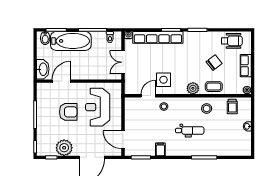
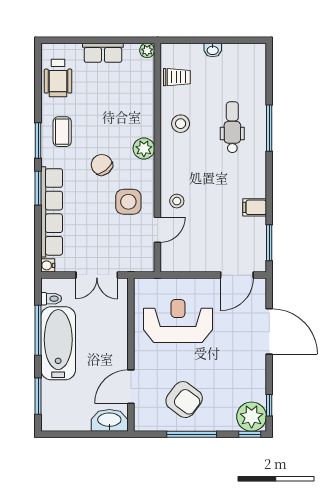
bidet: (45, 38) -> (53, 416), removed
bathtub: (71, 41) -> (58, 343), moved
wheelchair: (232, 41) -> (58, 78), turned 180
chair: (214, 63) -> (102, 165), moved
door: (61, 81) -> (131, 387), hinge flipped
coffee table: (214, 87) -> (62, 132), moved
door: (148, 96) -> (157, 230), swing flipped
reception desk: (98, 107) -> (178, 321), turned 180
armchair: (68, 112) -> (184, 400), moved, turned 127
dental chair: (190, 130) -> (232, 127), moved
plant: (64, 148) -> (252, 417), moved

